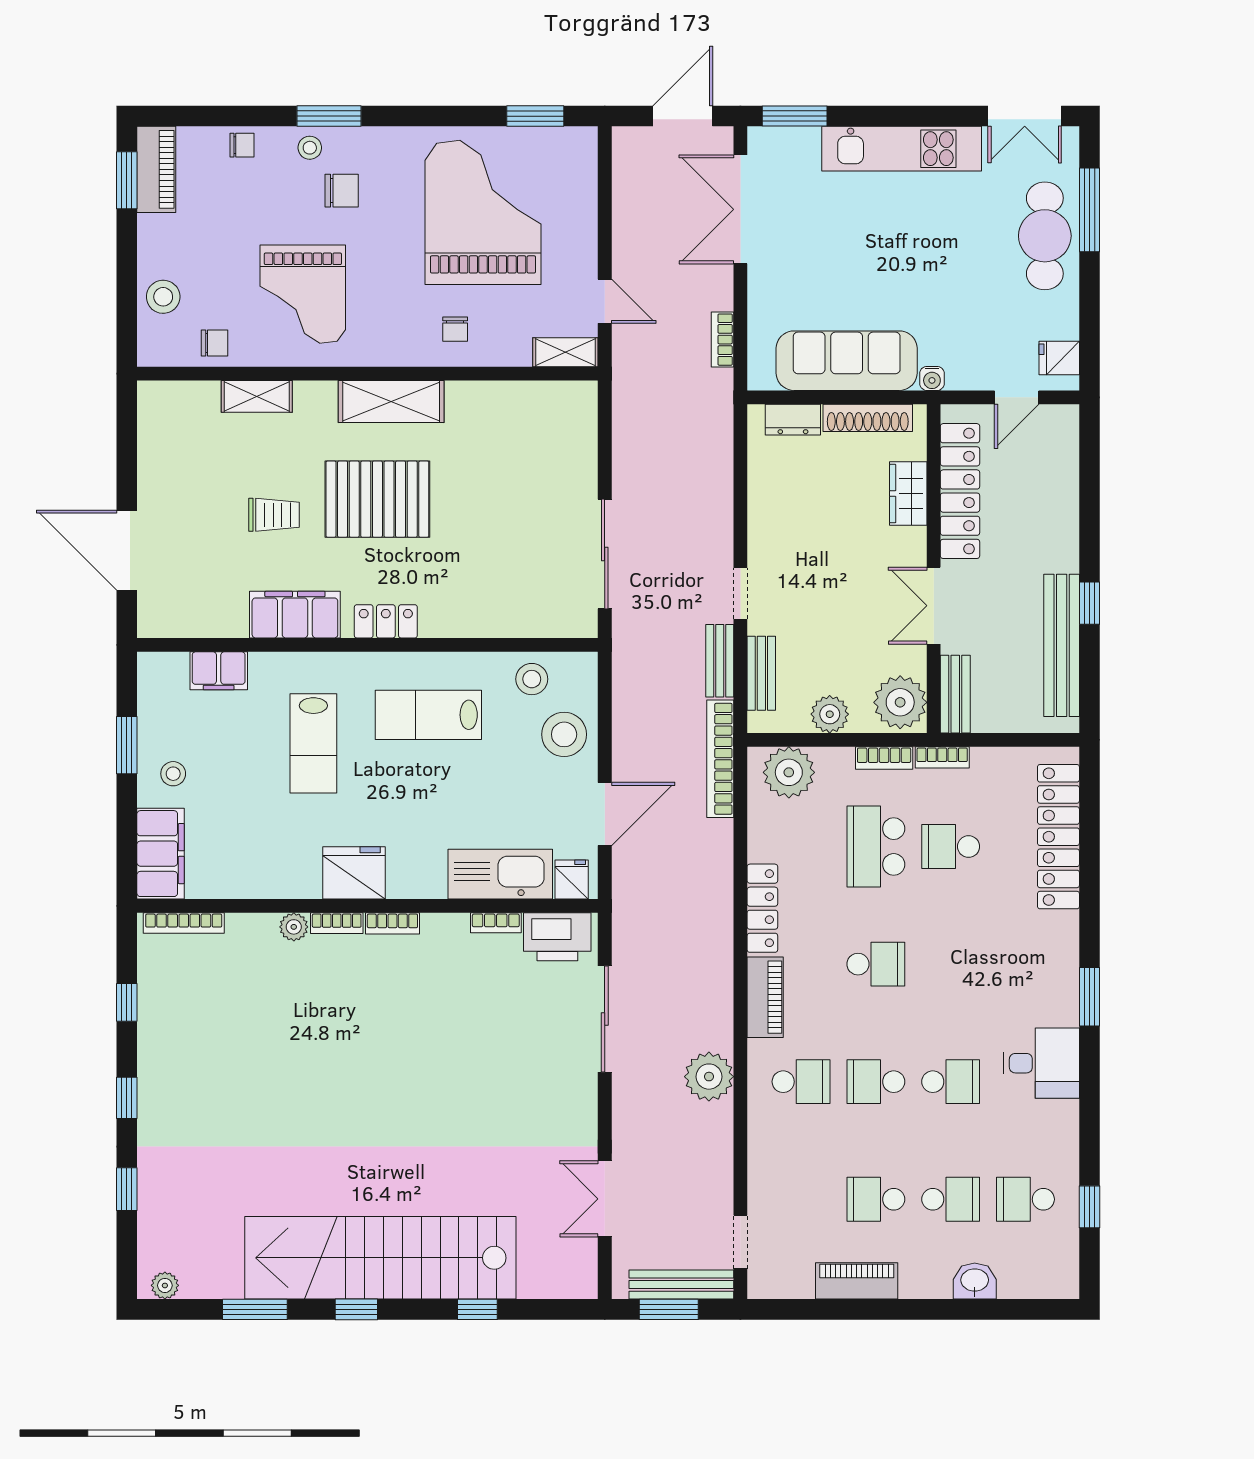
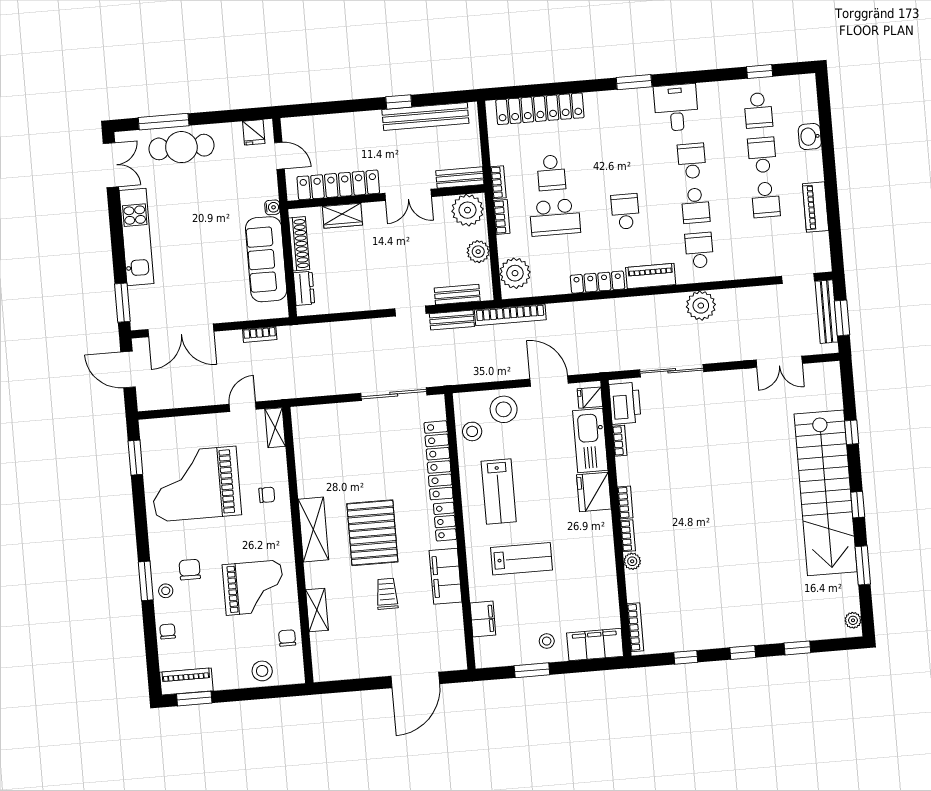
locker: (488, 619) -> (439, 460), added
fridge: (354, 873) -> (594, 492), moved

